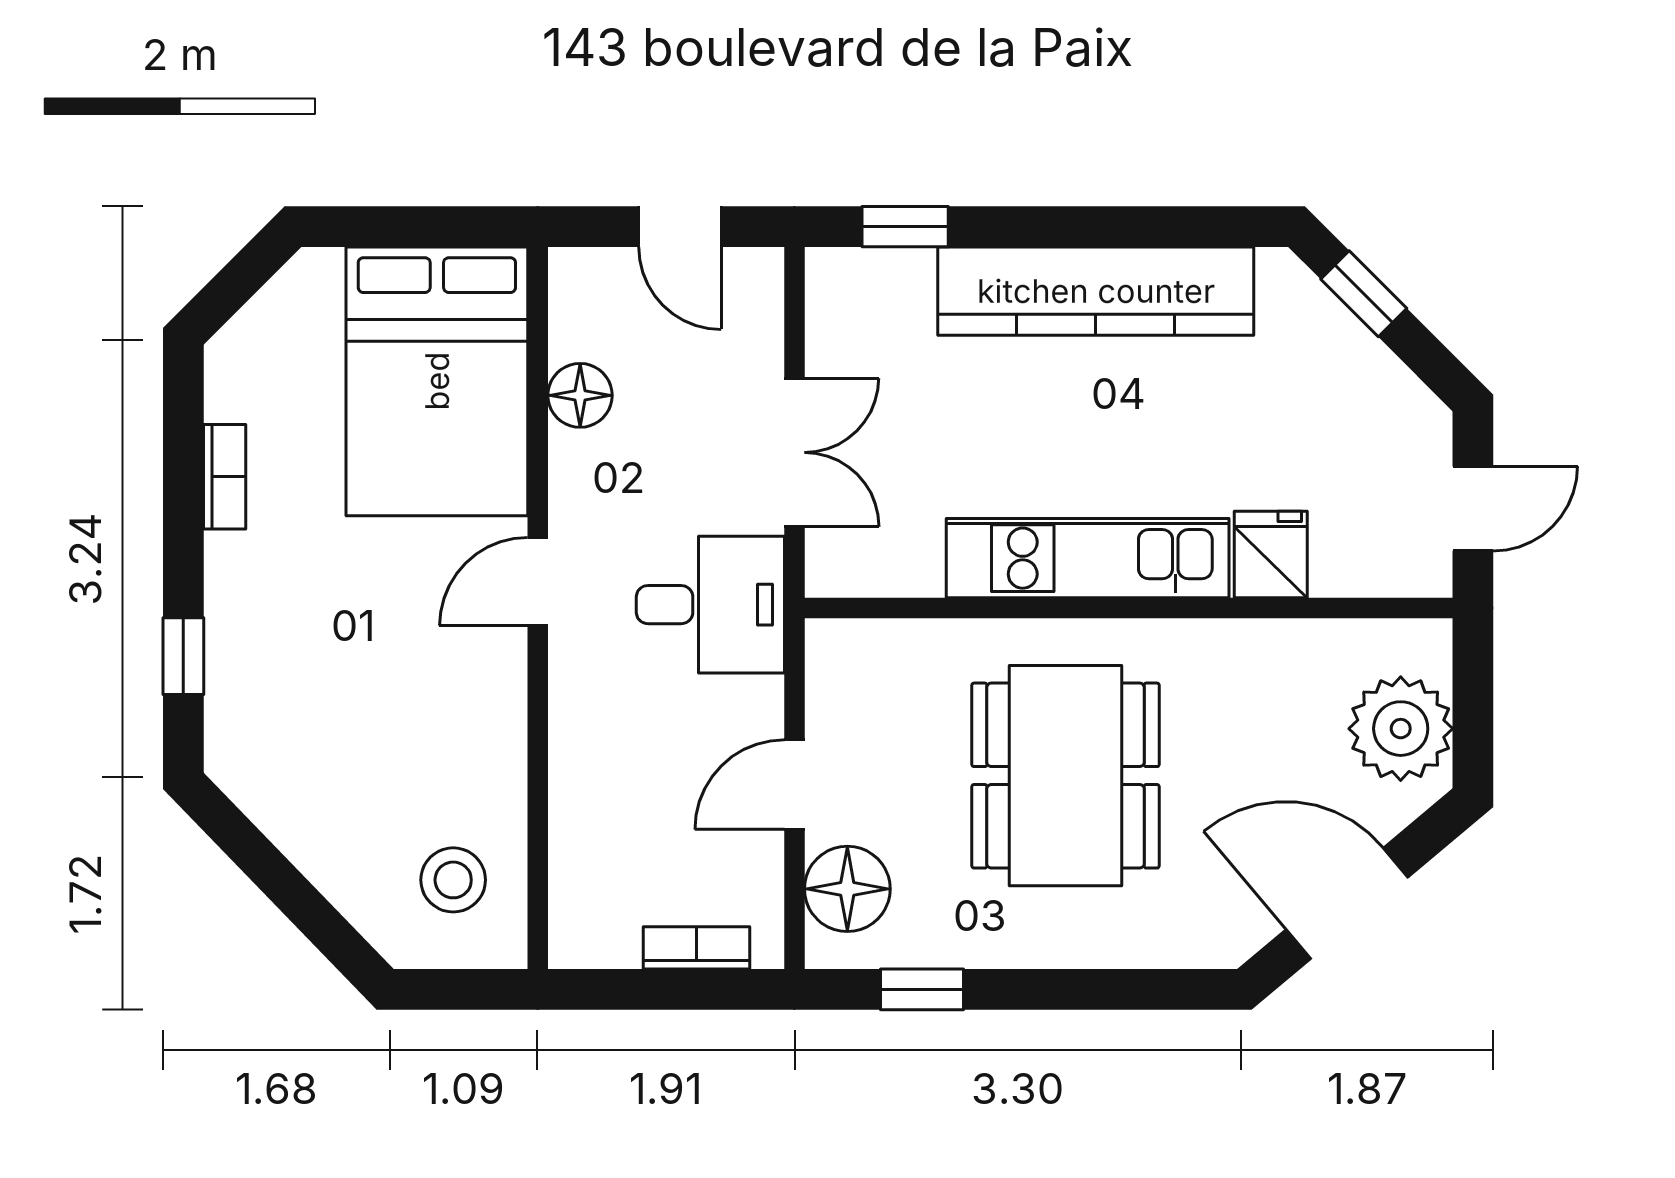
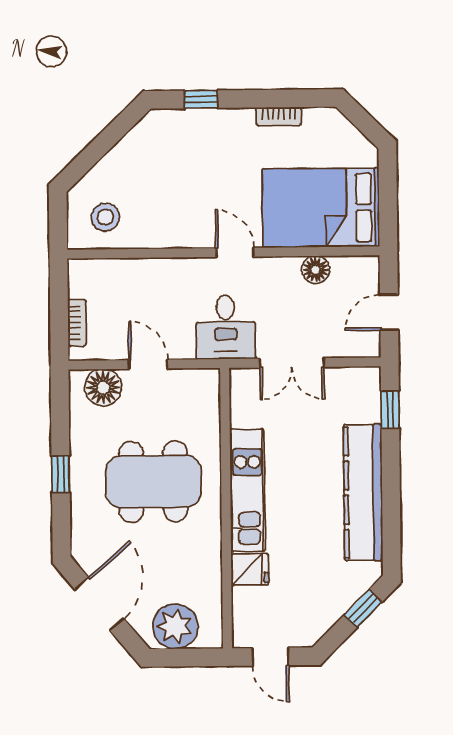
window: (922, 989) -> (61, 474), moved

